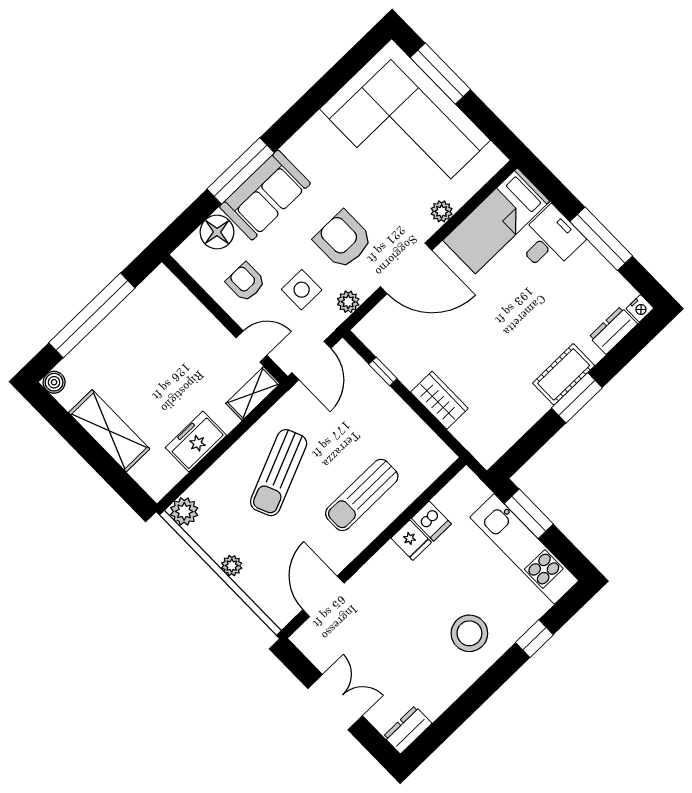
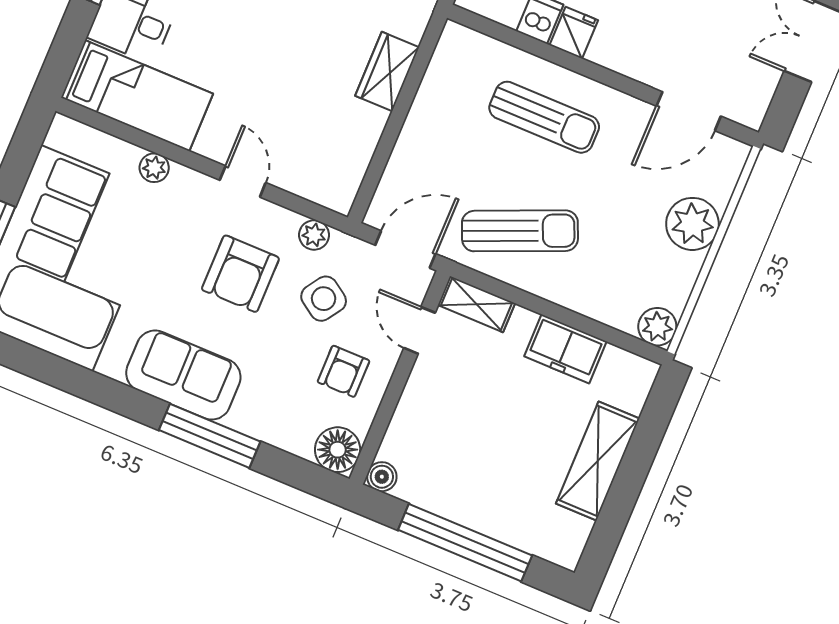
sofa: (265, 195) -> (183, 375), moved
floor lamp: (217, 232) -> (338, 450), moved
door: (406, 268) -> (243, 181), width x0.53
side table: (302, 290) -> (324, 299), turned 34
window: (383, 371) -> (381, 156), removed
boiler: (54, 382) -> (382, 477), moved
sun lounger: (279, 473) -> (520, 231), moved
plant: (232, 566) -> (692, 224), width x1.88, depth x1.88

